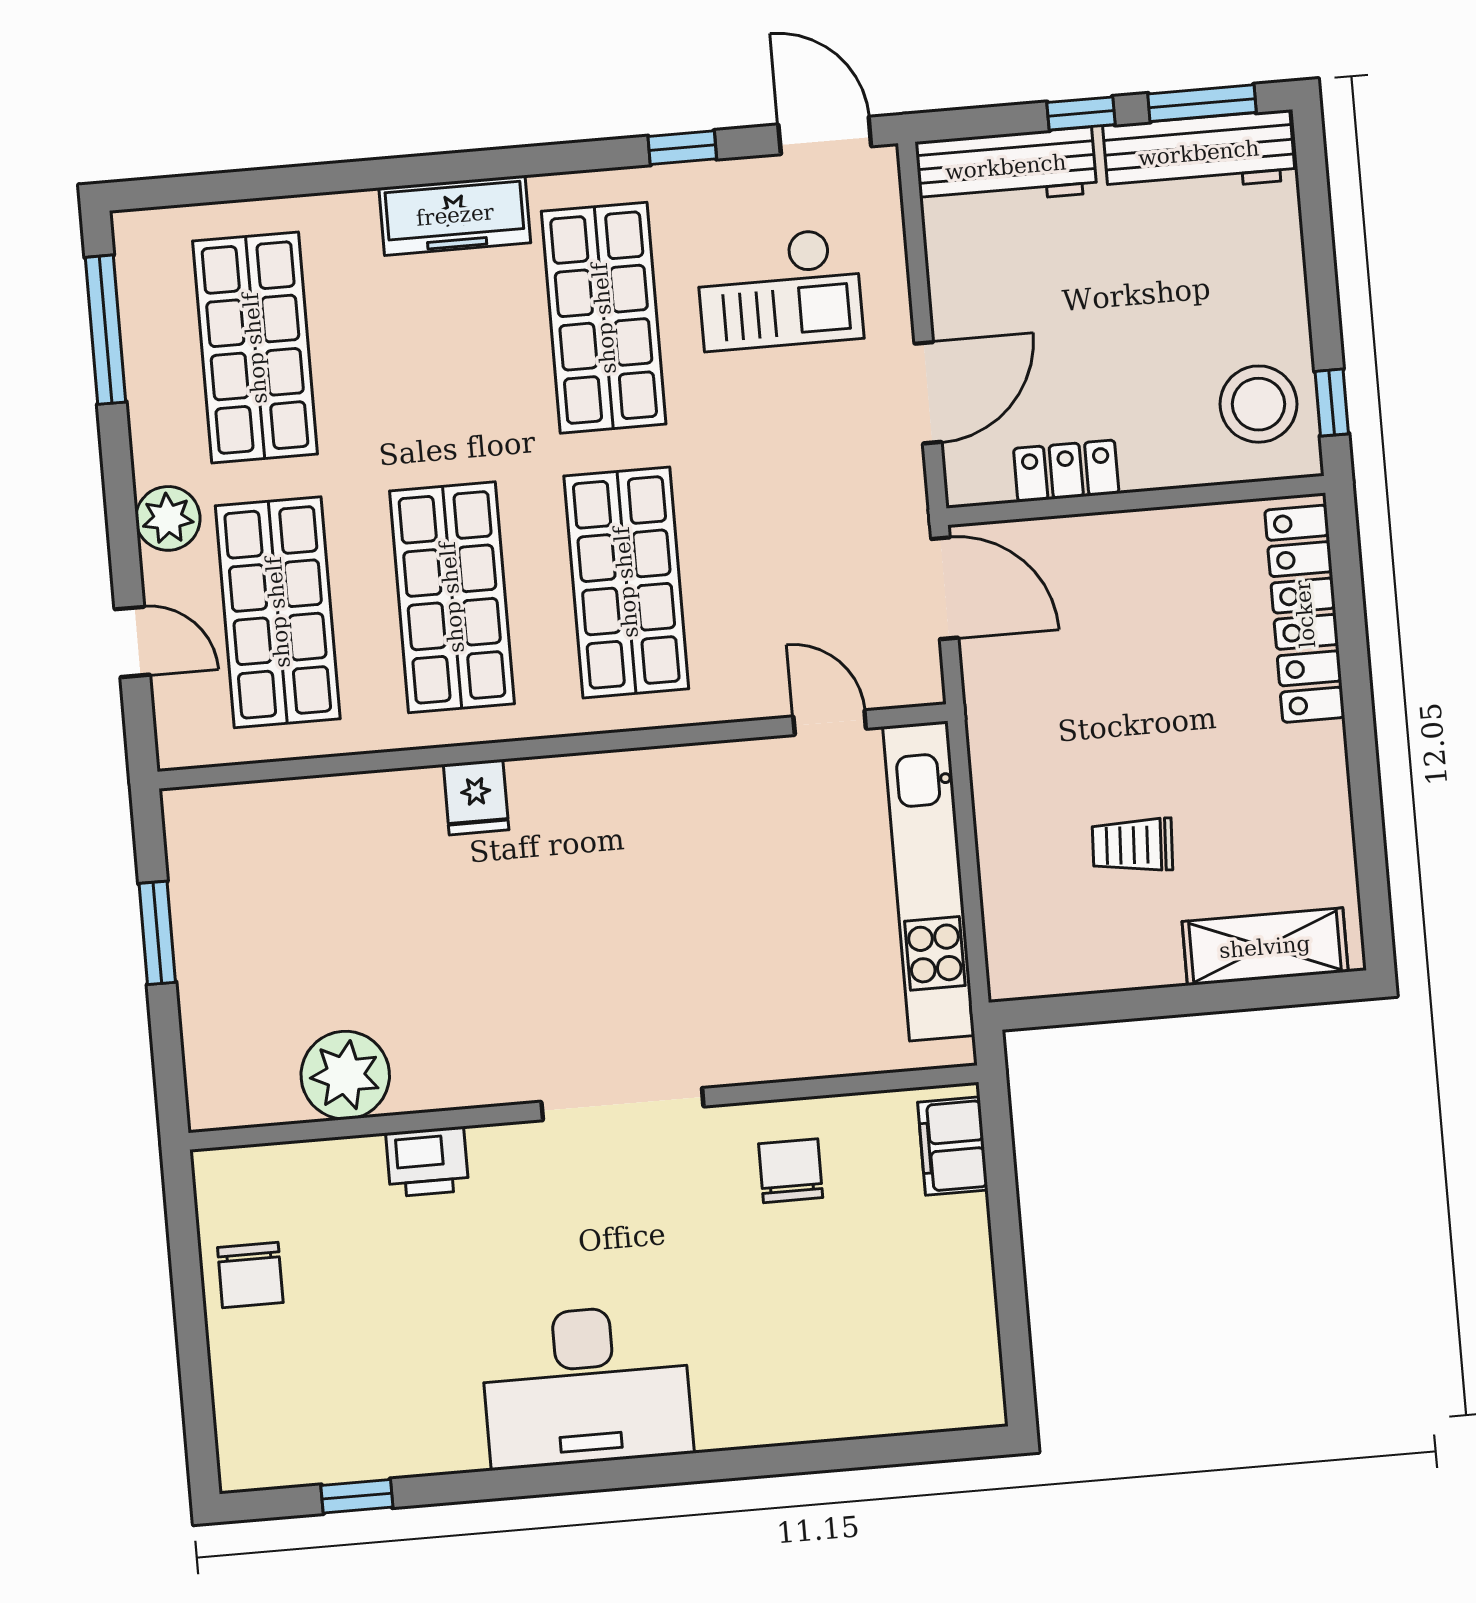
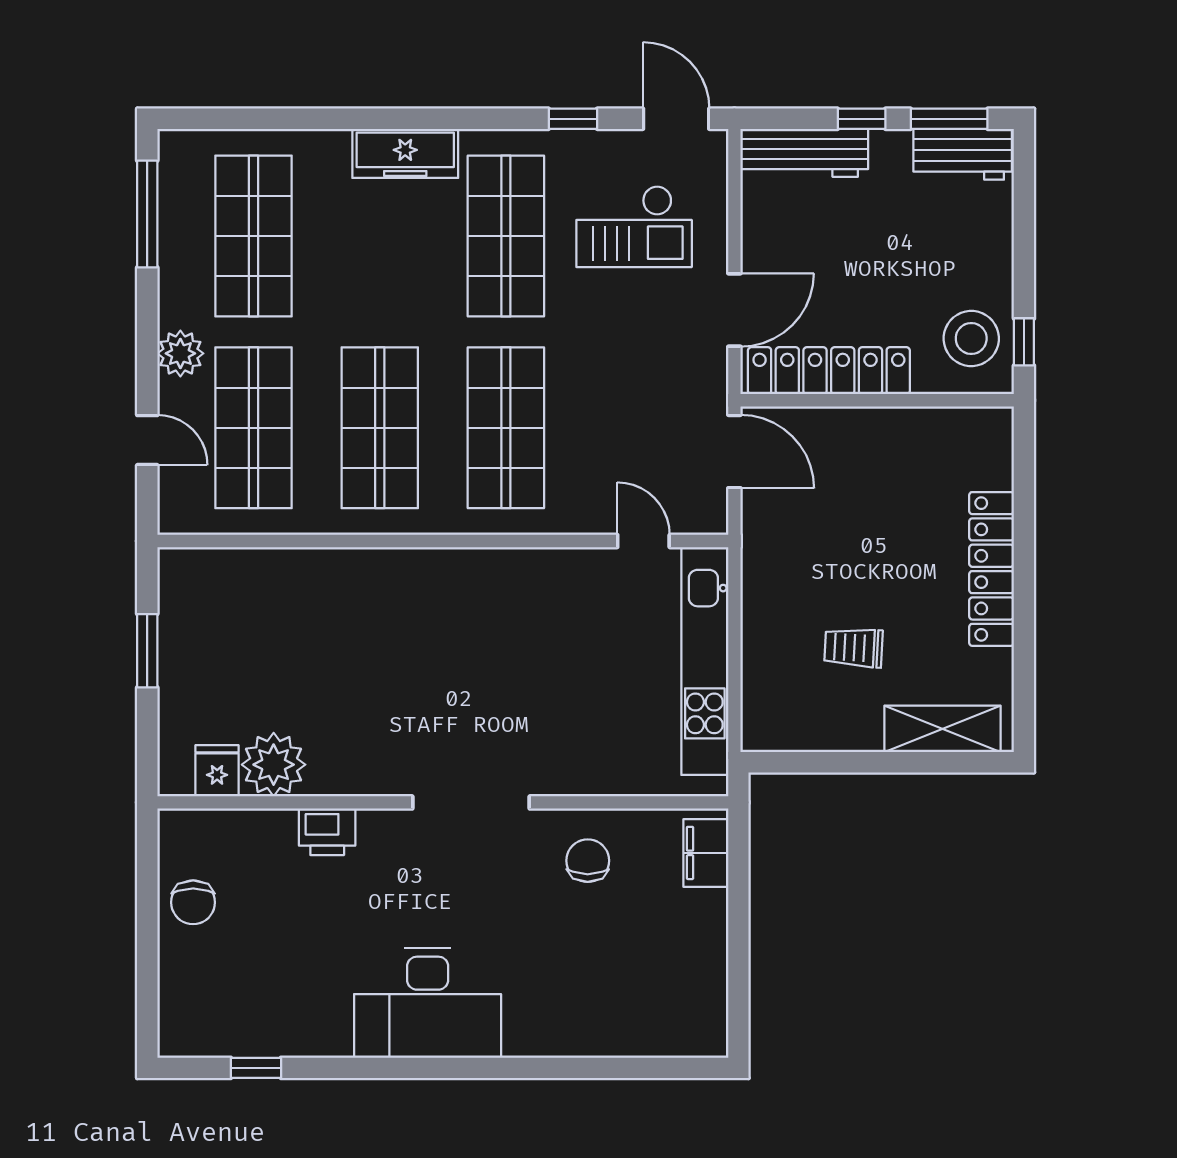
workbench: (1199, 153) -> (963, 154), width x0.73
locker: (1066, 471) -> (829, 371), width x2.16, depth x1.21
locker: (1305, 614) -> (992, 569), moved
fridge: (476, 797) -> (217, 771), moved, turned 180

